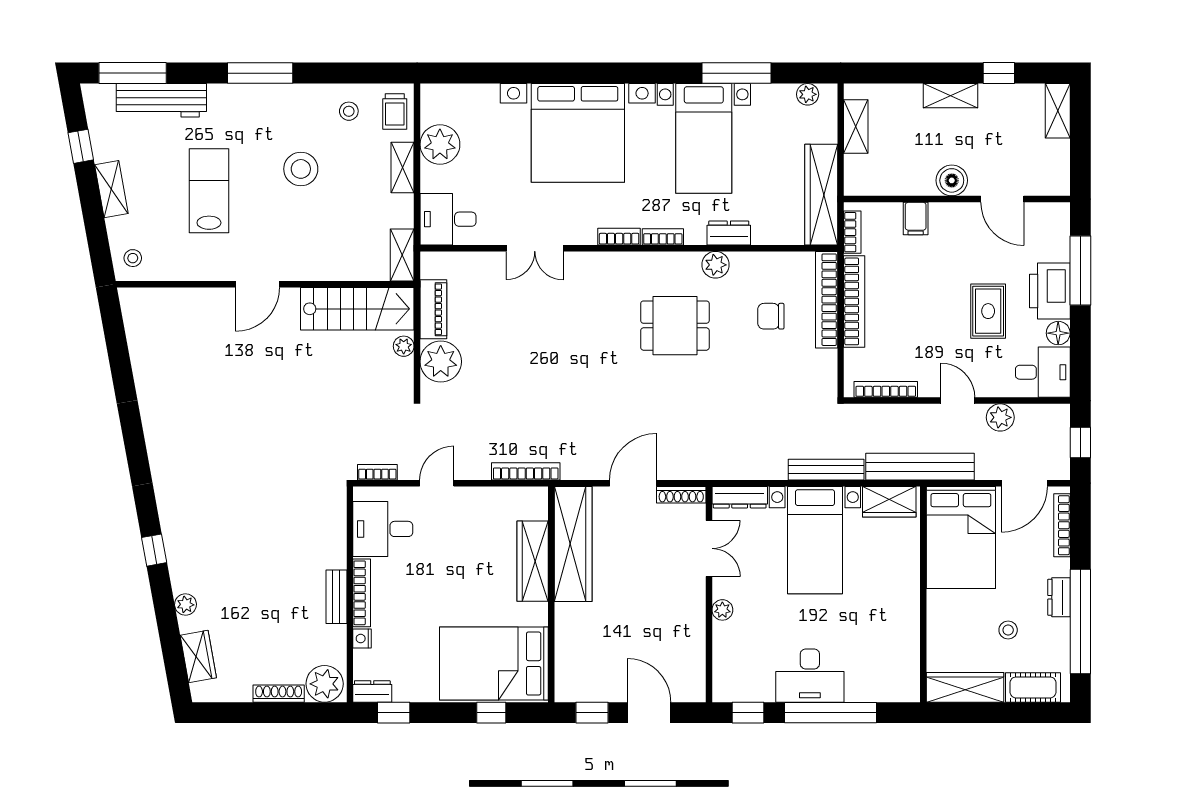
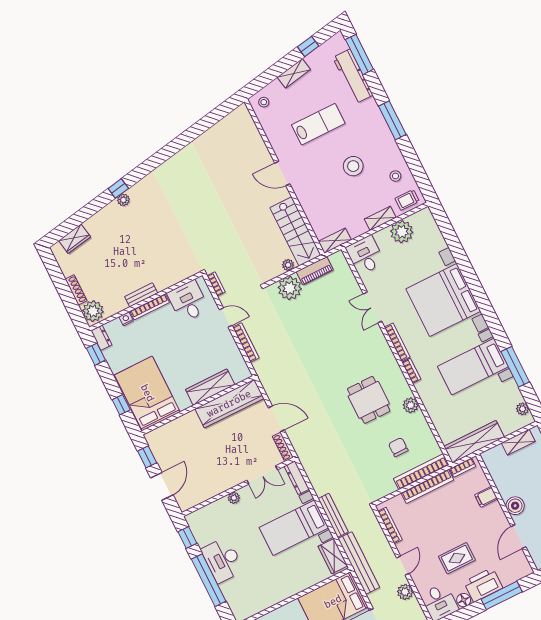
dresser: (729, 233) -> (430, 404), removed
bookcase: (619, 237) -> (397, 342), width x1.56
bookcase: (526, 471) -> (246, 342), moved
plant: (185, 605) -> (123, 200), moved

